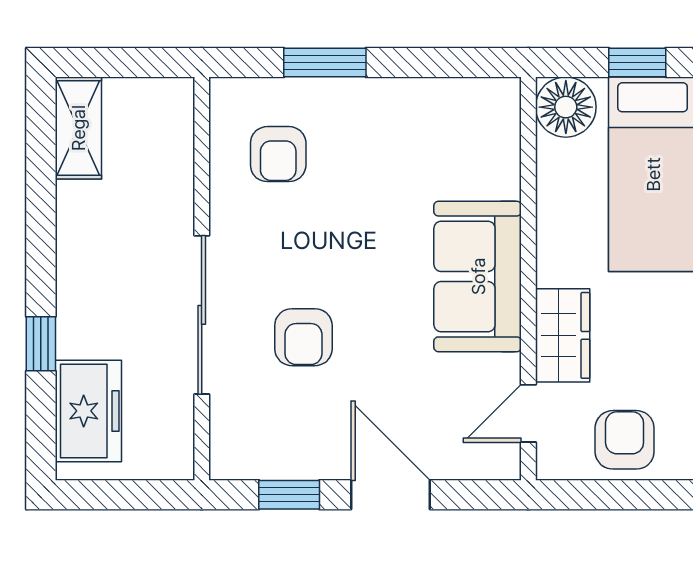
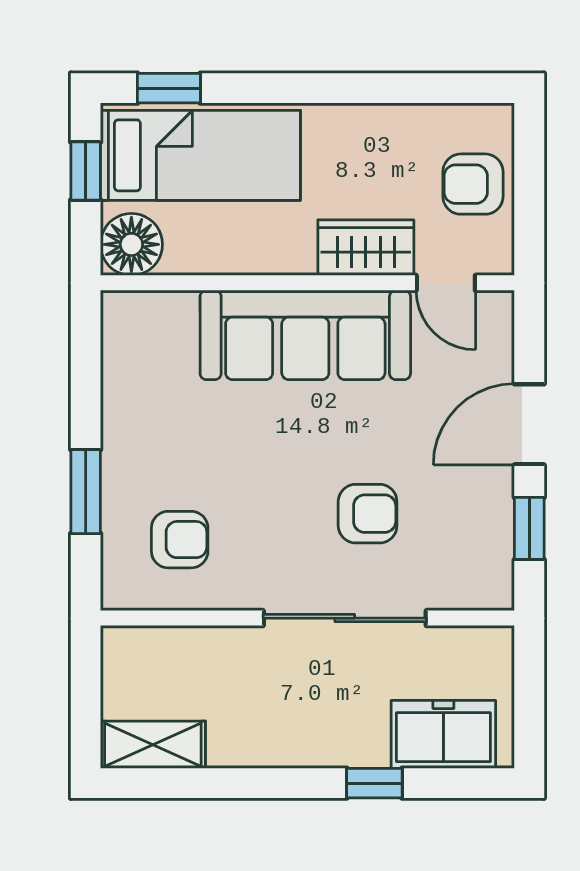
sofa: (478, 276) -> (305, 335), width x1.36

